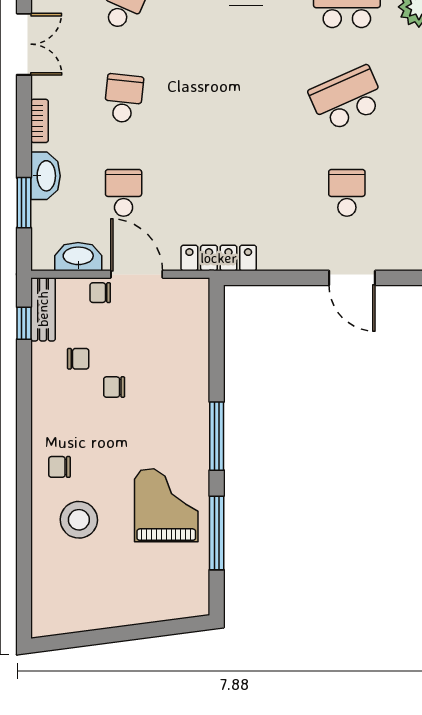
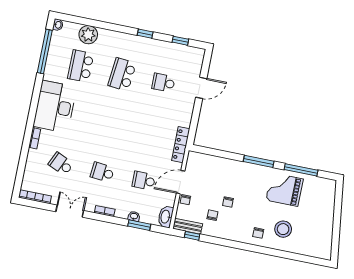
school desk: (347, 98) -> (122, 74), turned 30
washbasin: (45, 176) -> (134, 216), width x0.52, depth x0.69
washbasin: (78, 257) -> (166, 217), moved

